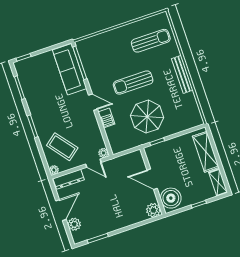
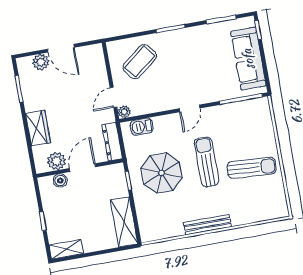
sun lounger: (151, 41) -> (252, 168), moved, turned -86
sofa: (70, 69) -> (248, 59), moved, turned -90
barbecue: (106, 118) -> (142, 127), moved
shelving: (206, 152) -> (124, 222), moved, turned 90
plant: (54, 170) -> (112, 47), removed
dresser: (69, 179) -> (112, 142), moved
boiler: (171, 198) -> (60, 181), width x0.54, depth x0.54
plant: (153, 210) -> (57, 161), moved
wardrobe: (126, 219) -> (38, 128), added

